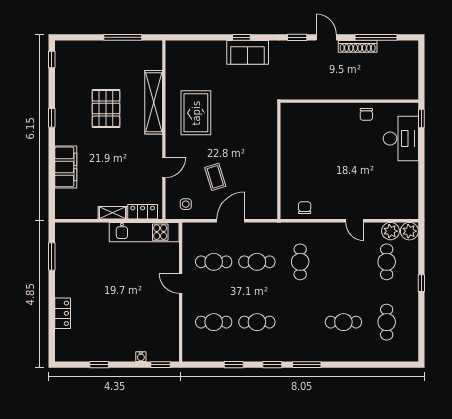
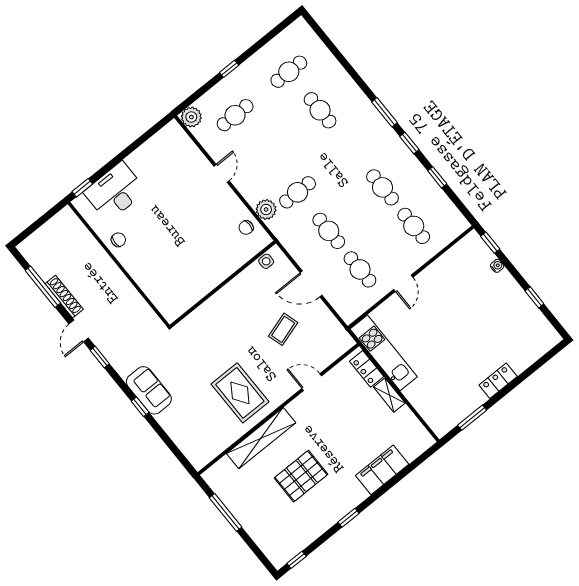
rug: (196, 113) -> (240, 393), turned 90
side table: (186, 204) -> (266, 261), moved
plant: (391, 231) -> (266, 210), moved
locker: (63, 313) -> (498, 381), moved

